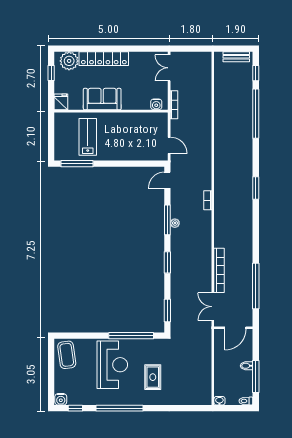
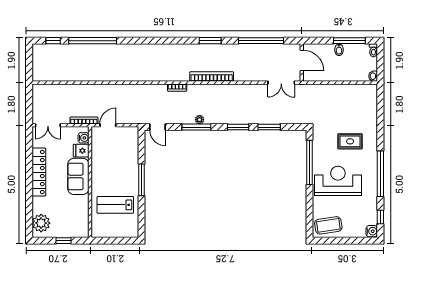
bench: (236, 57) -> (37, 60), removed
locker: (104, 59) -> (39, 172), moved
window: (51, 73) -> (64, 241), moved
sofa: (102, 99) -> (78, 176), moved
fridge: (61, 102) -> (81, 151), moved
door: (169, 145) -> (108, 125), moved
window: (77, 164) -> (142, 180), moved
window: (256, 188) -> (210, 41), moved
bookcase: (219, 270) -> (212, 77), moved
window: (167, 311) -> (269, 127), moved

